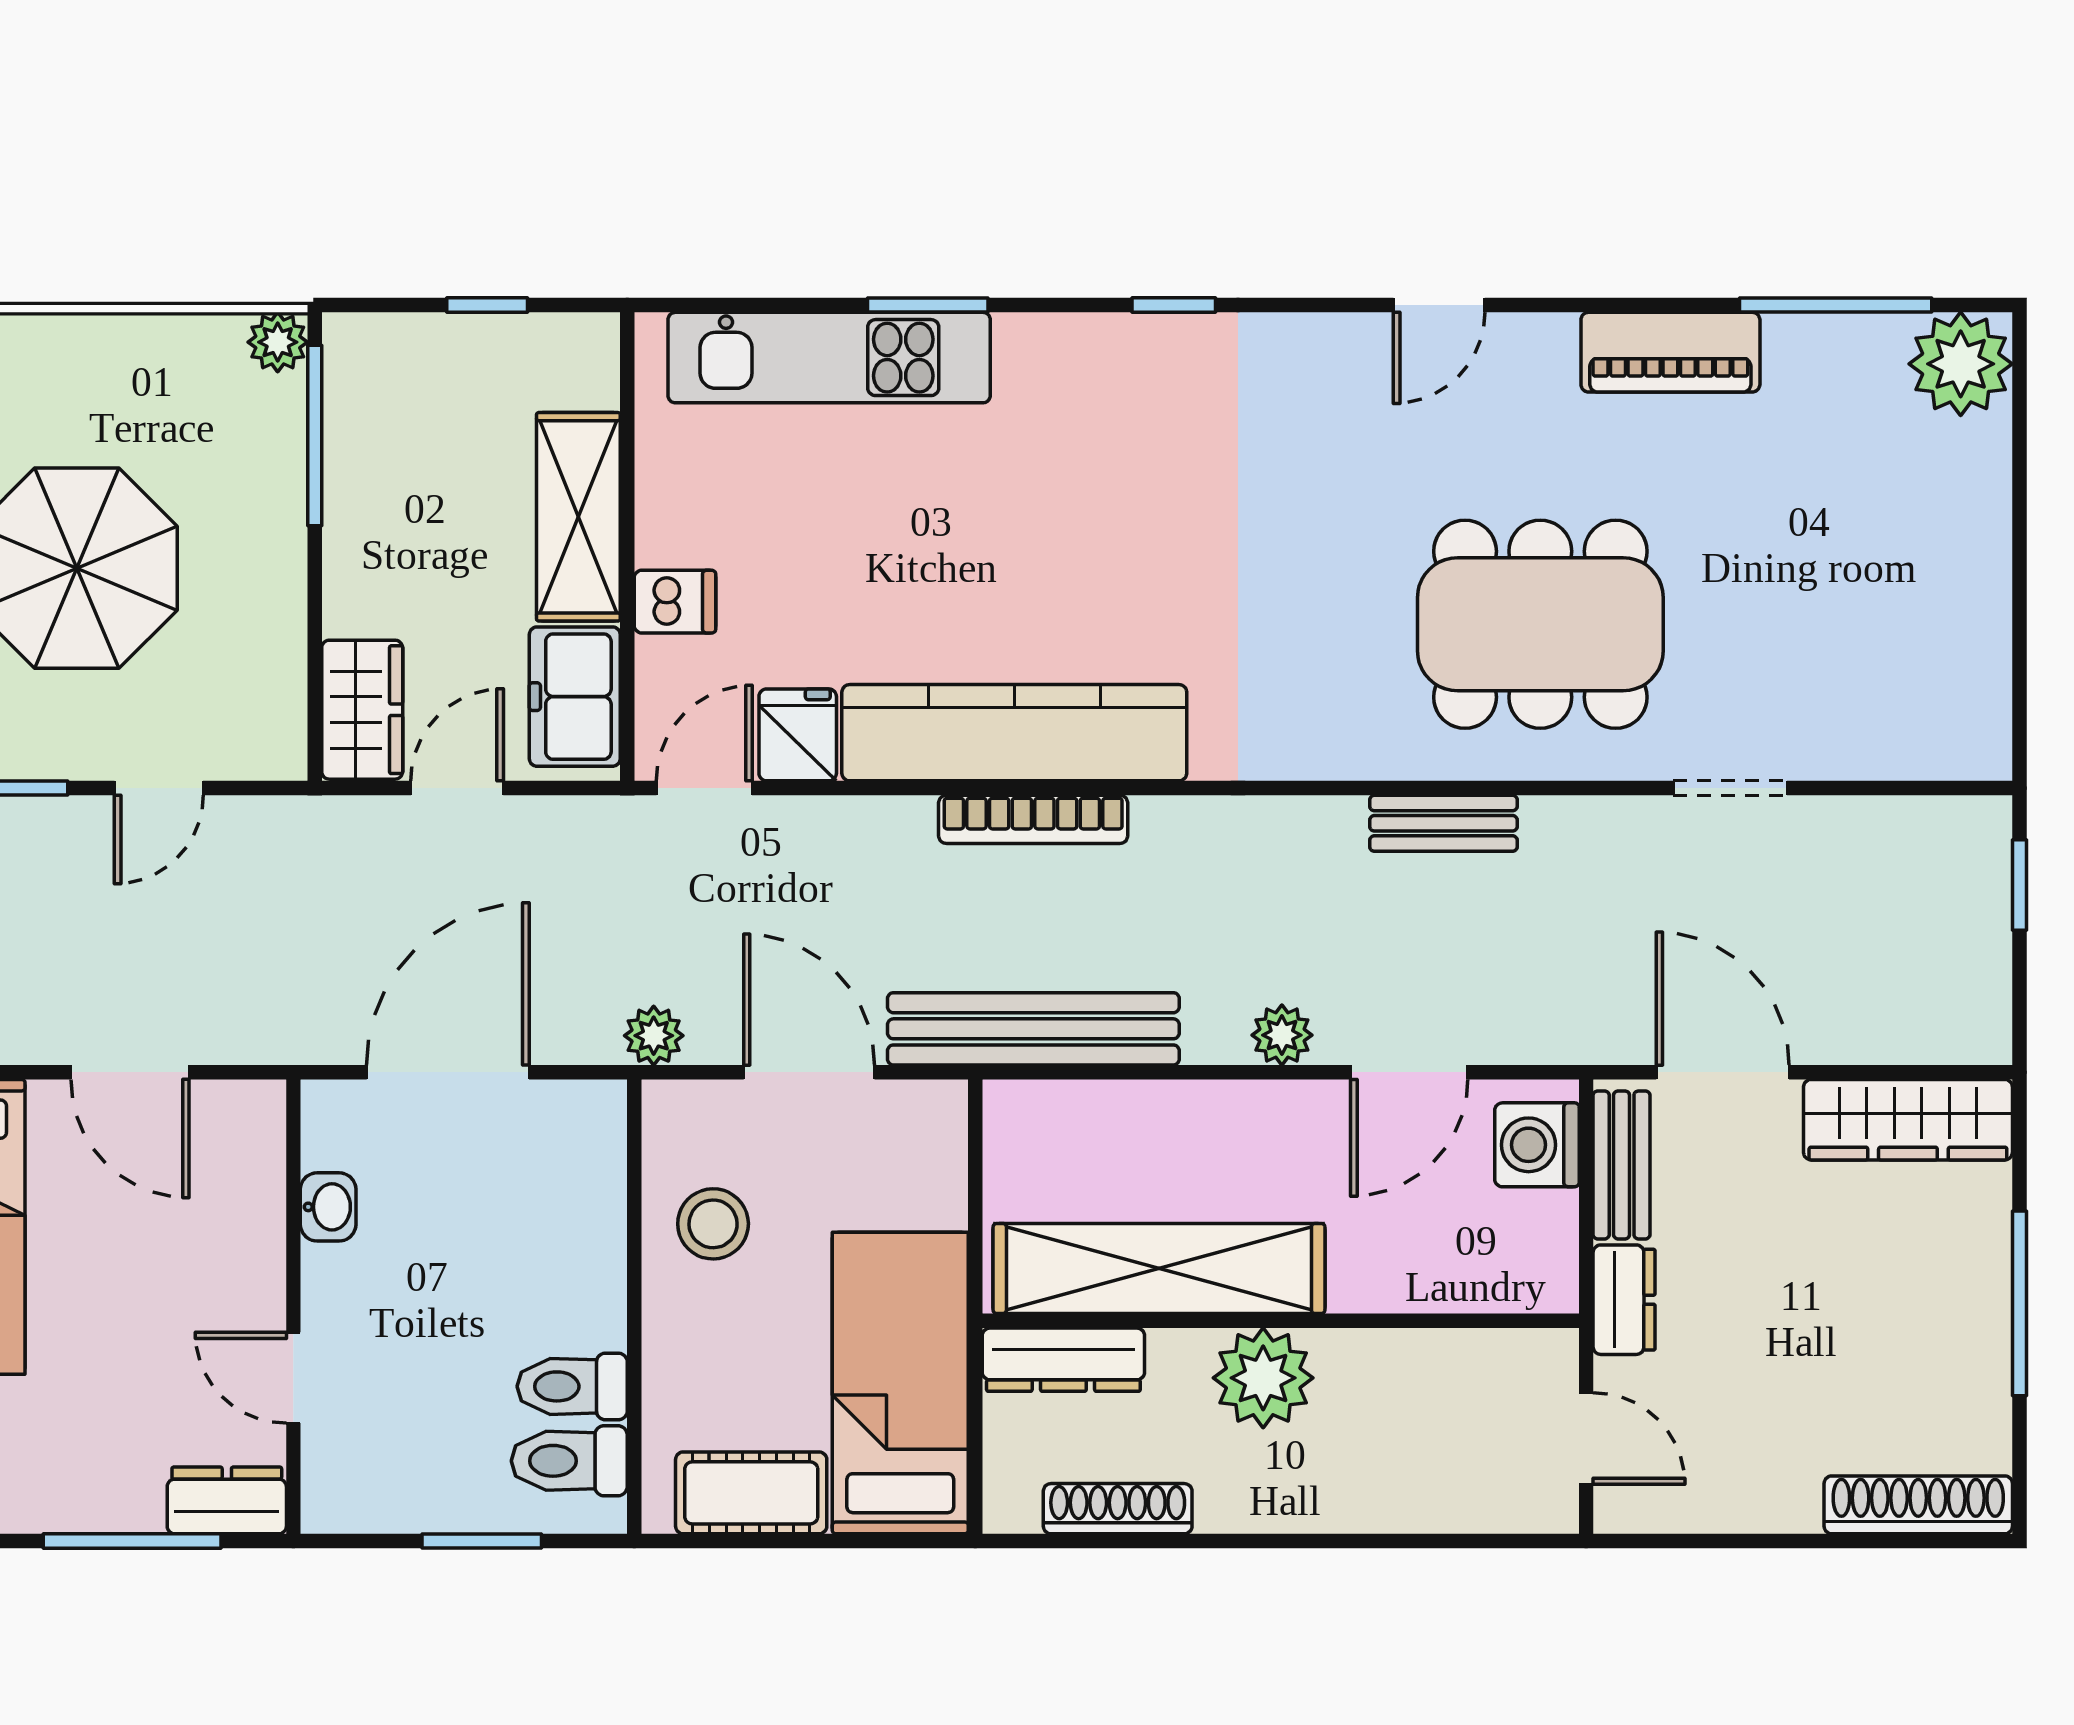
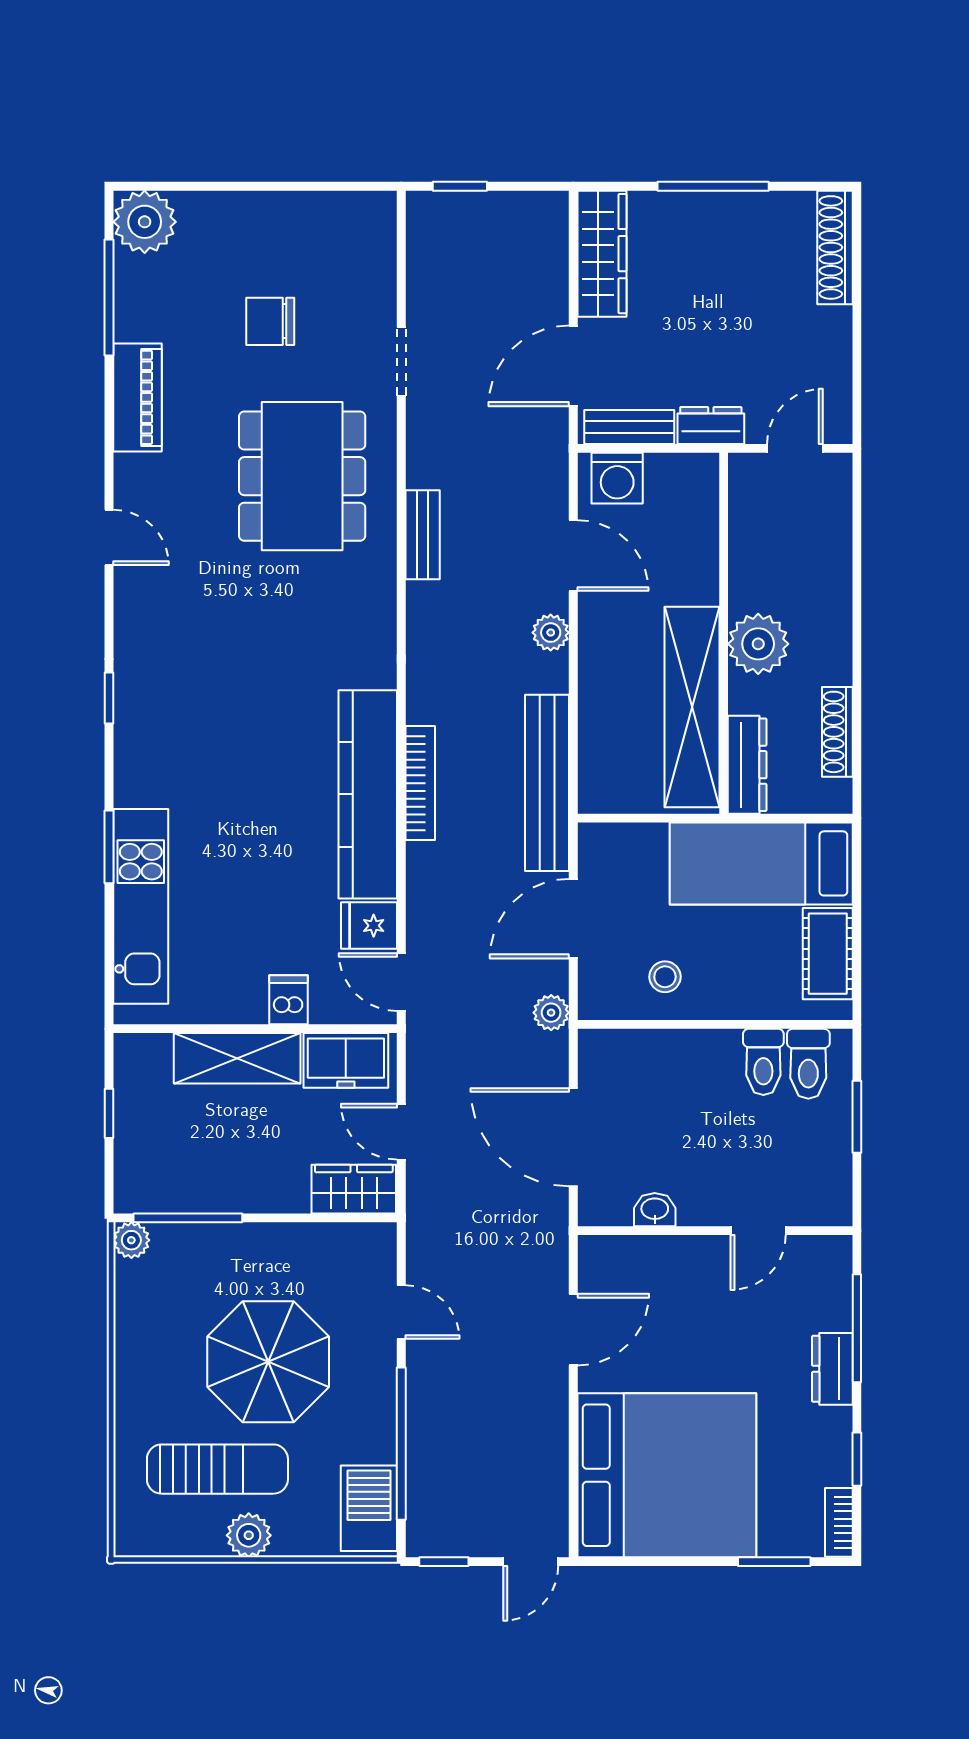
chair: (1796, 572) -> (270, 321), added
stool: (713, 1224) -> (665, 977), width x0.73, depth x0.73
dresser: (227, 1500) -> (832, 1369), moved

